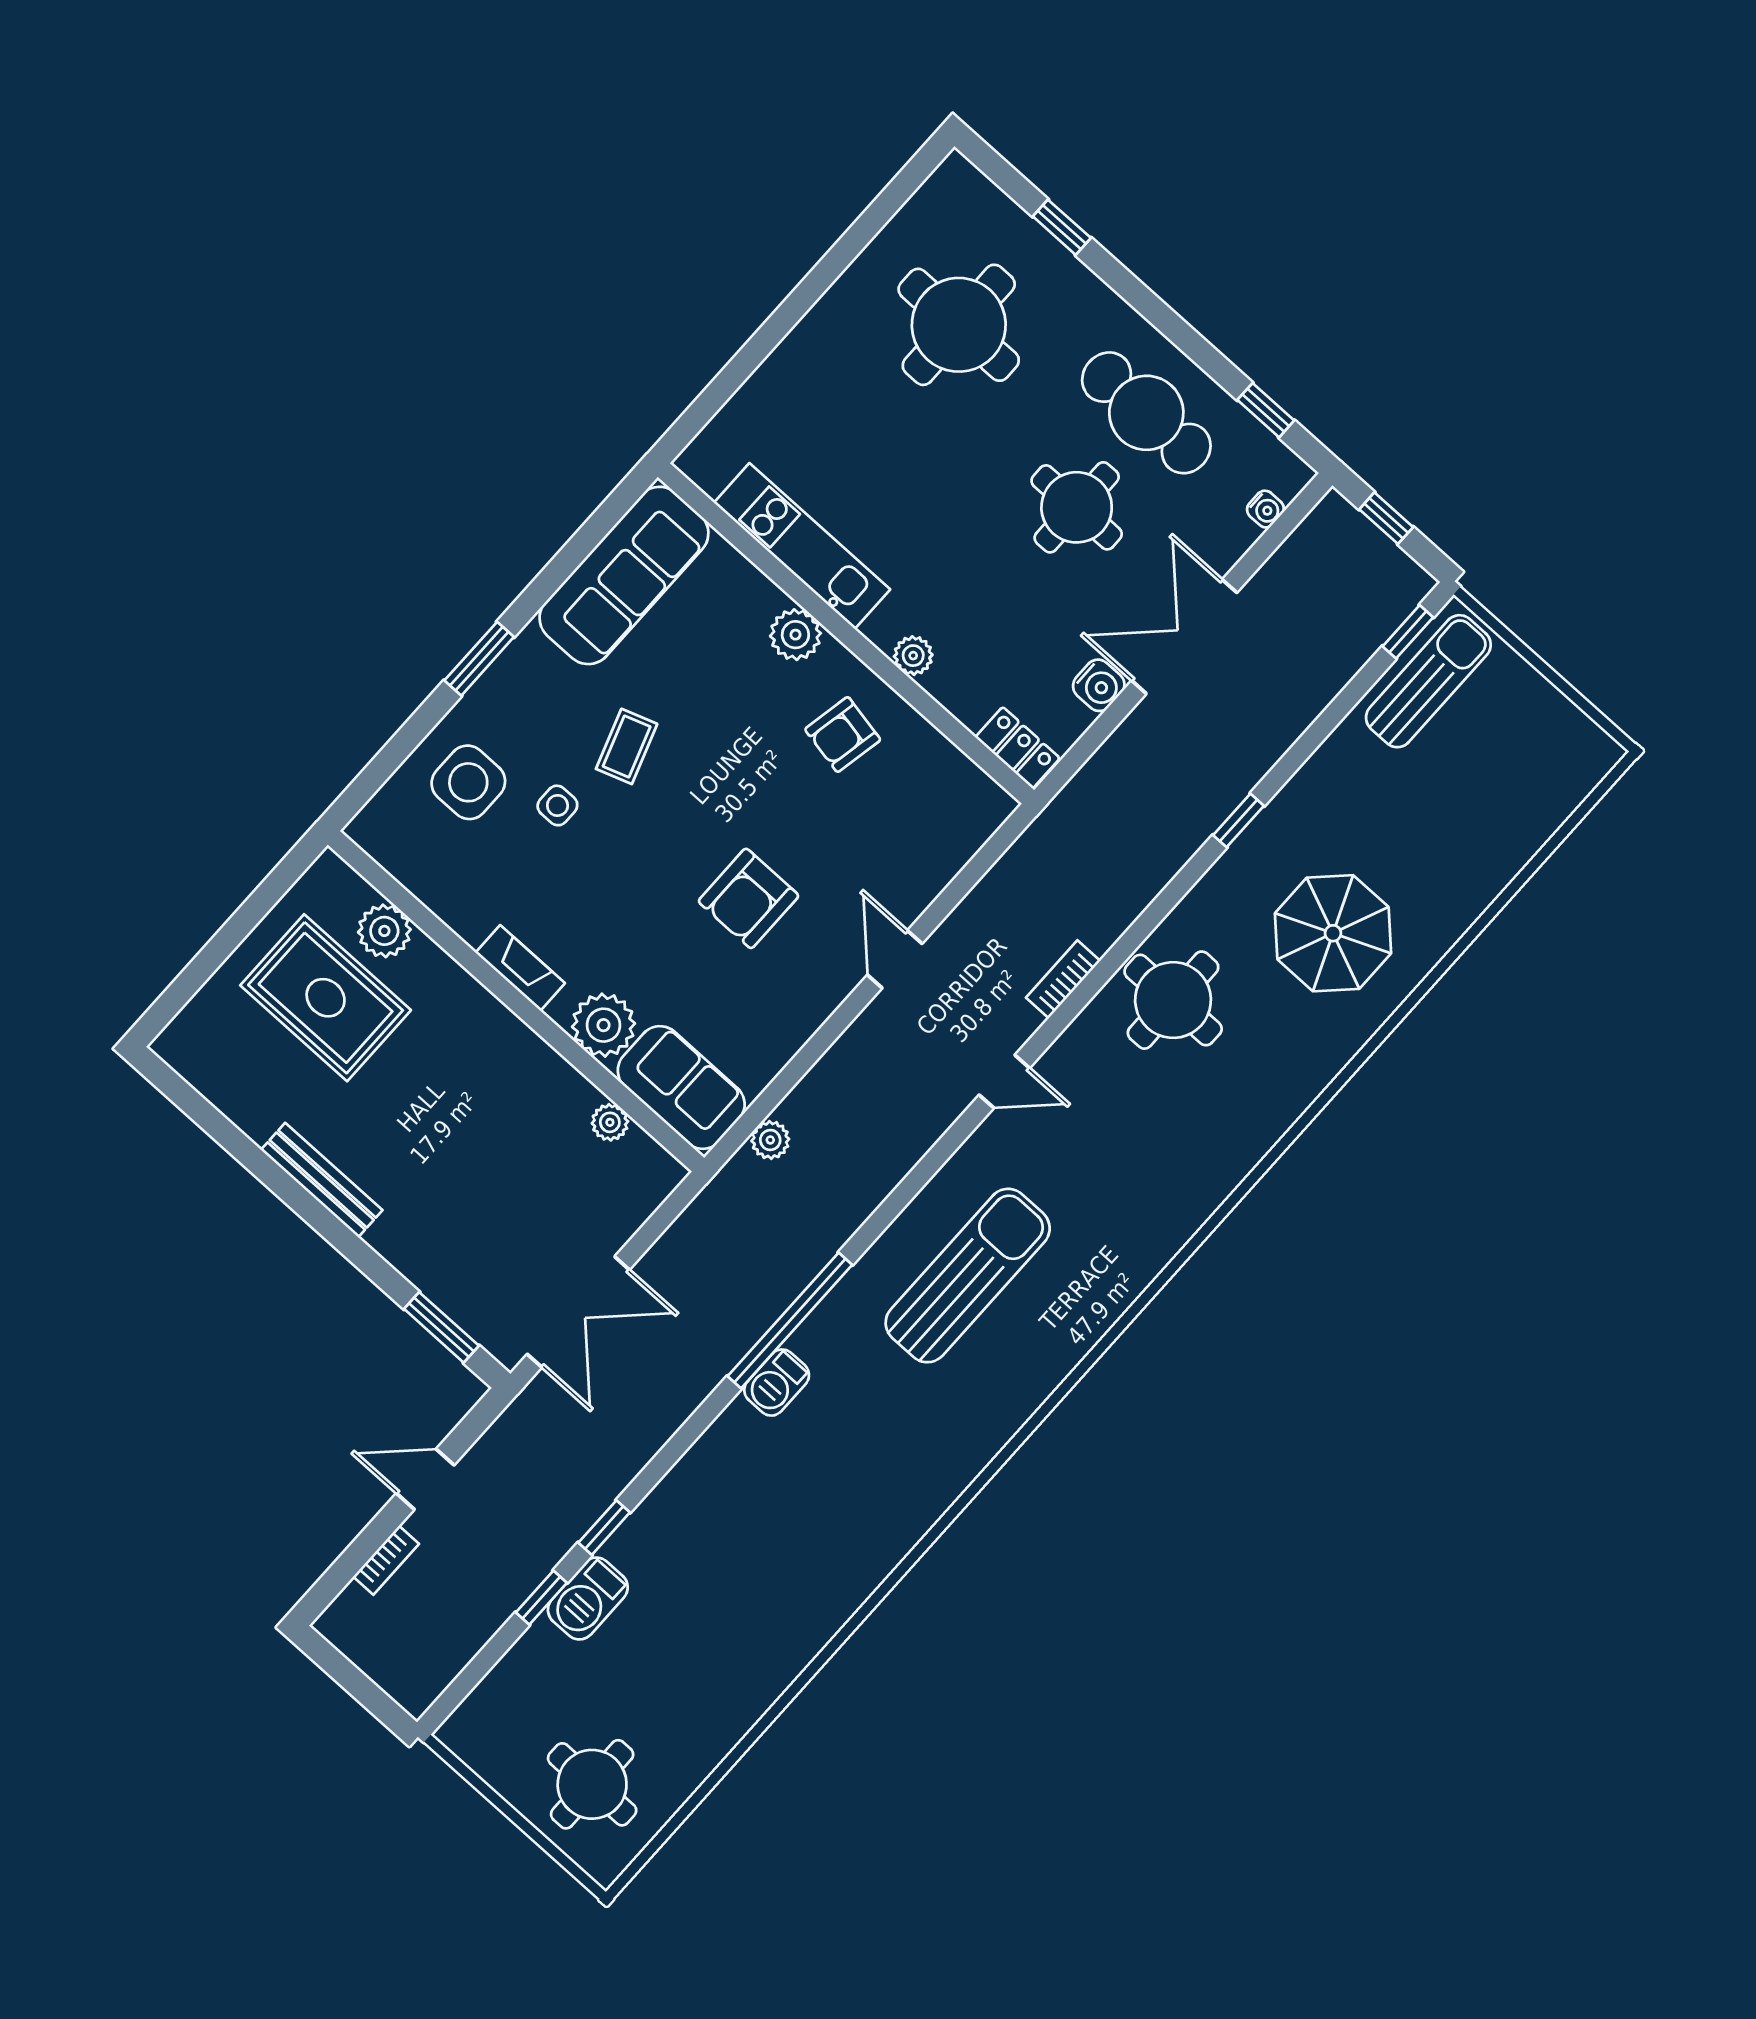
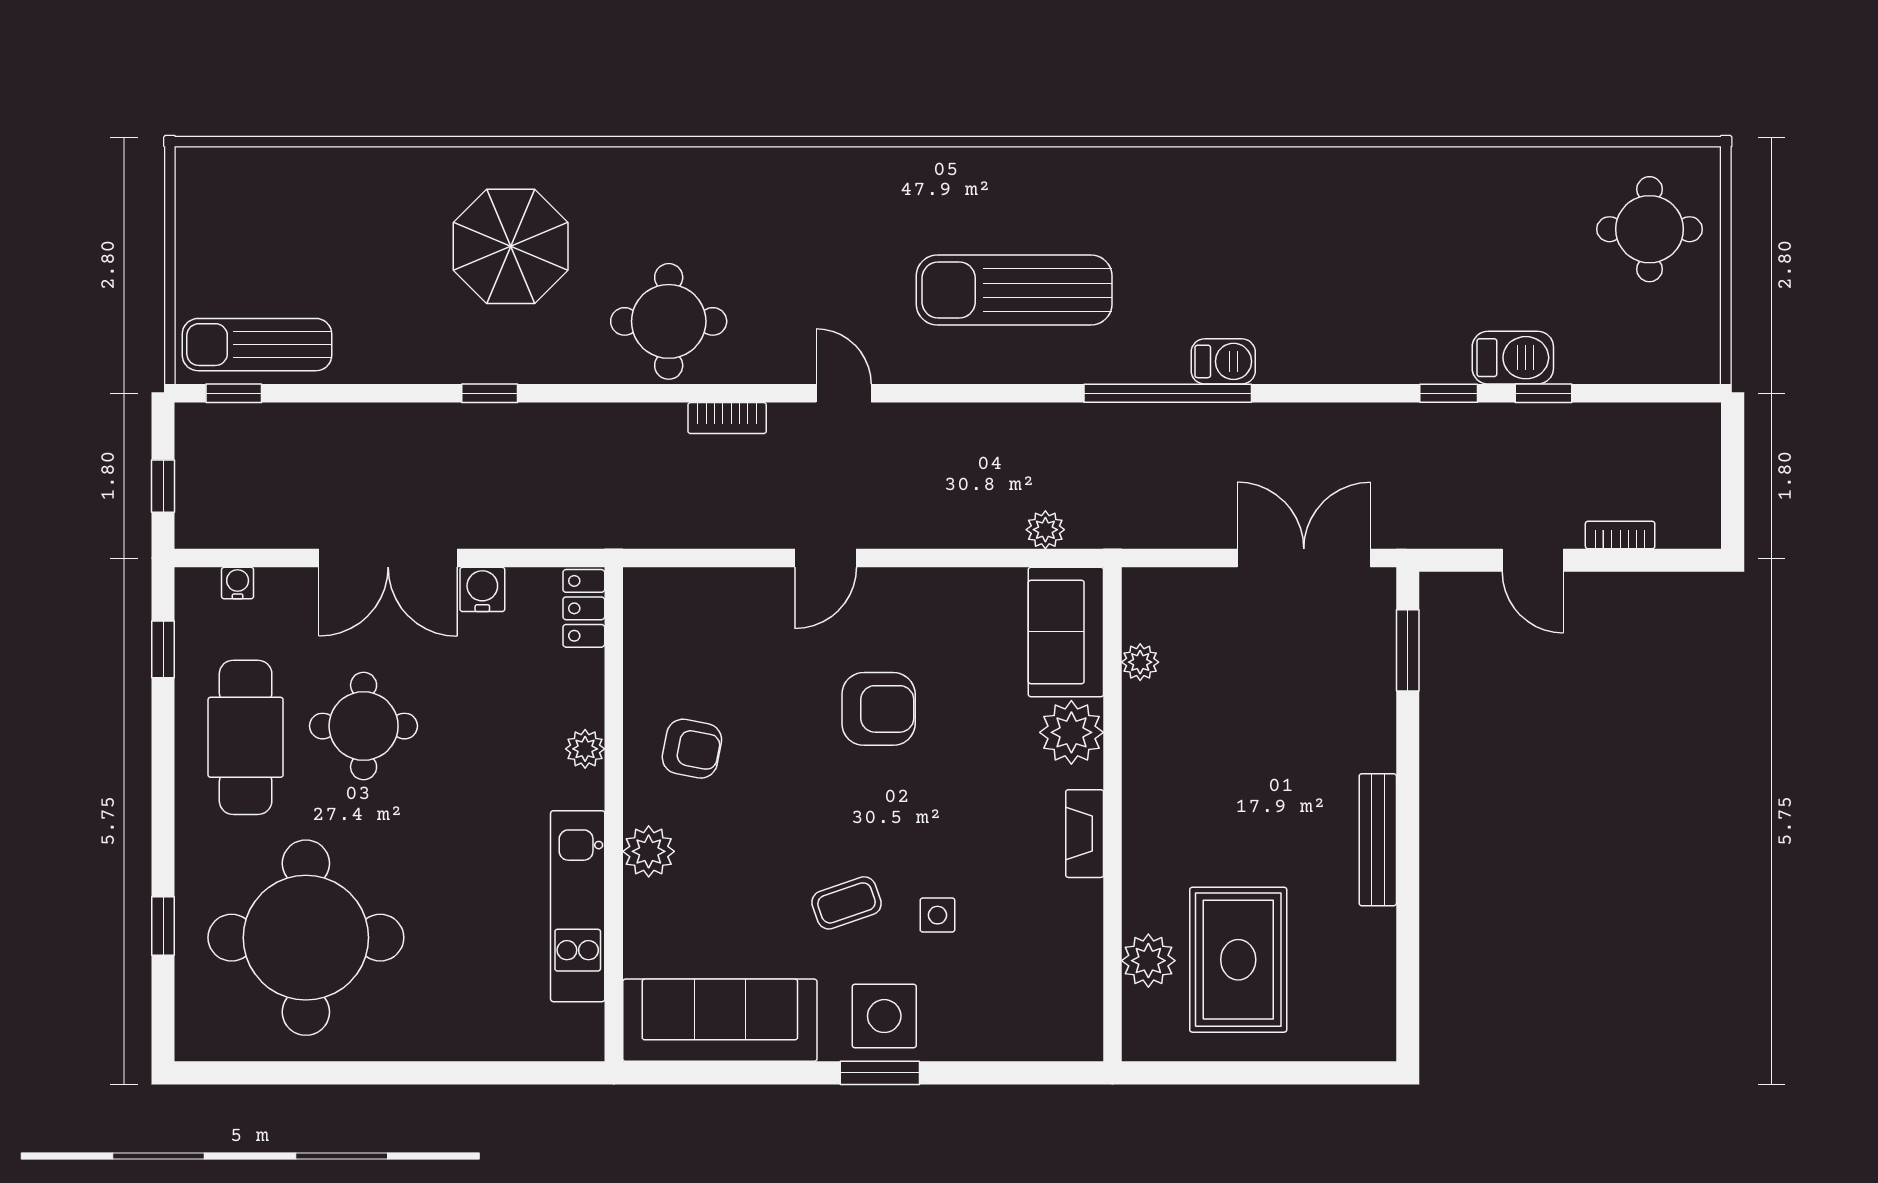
round table: (959, 325) -> (306, 938), width x1.36, depth x1.36
side table: (468, 782) -> (884, 1016), moved

